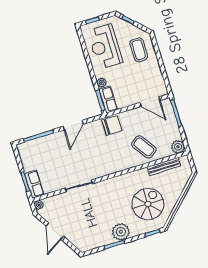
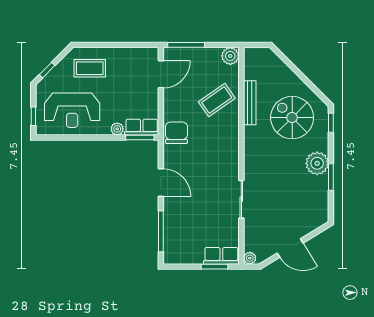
bench: (164, 166) -> (250, 103), moved

